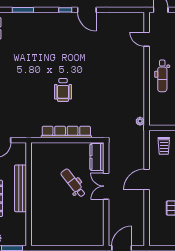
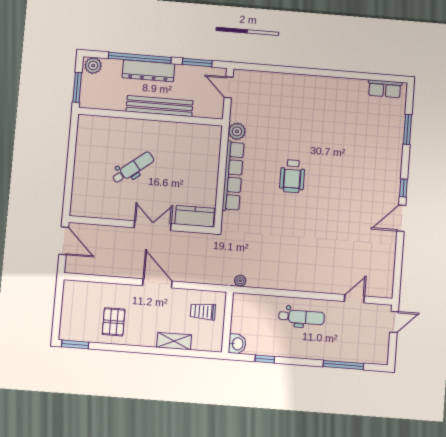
dental chair: (162, 76) -> (302, 317), turned 180
wheelchair: (63, 90) -> (292, 176), turned -90
plant: (34, 132) -> (237, 131), added
dental chair: (73, 183) -> (133, 168), moved

